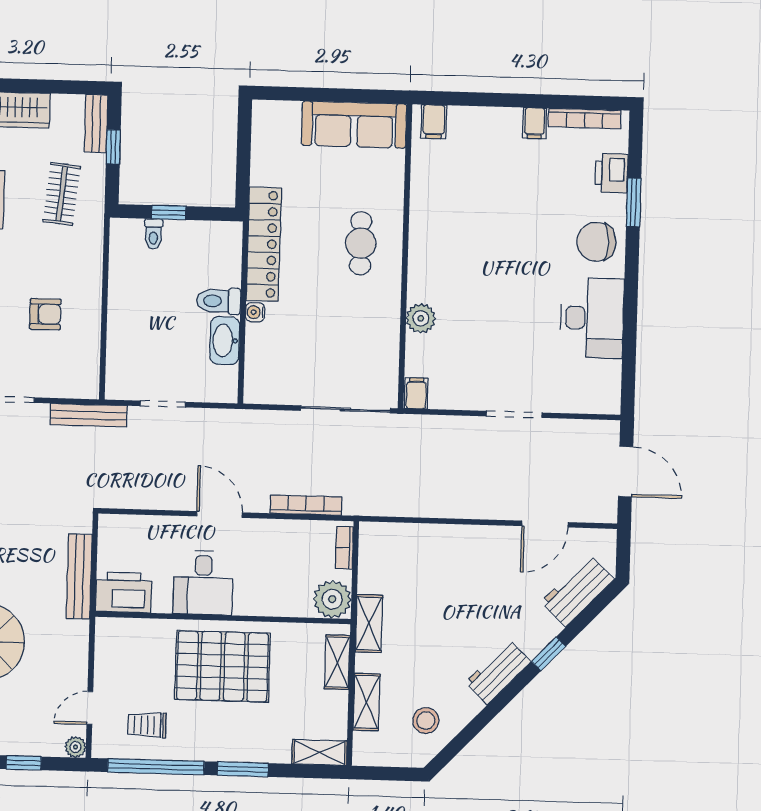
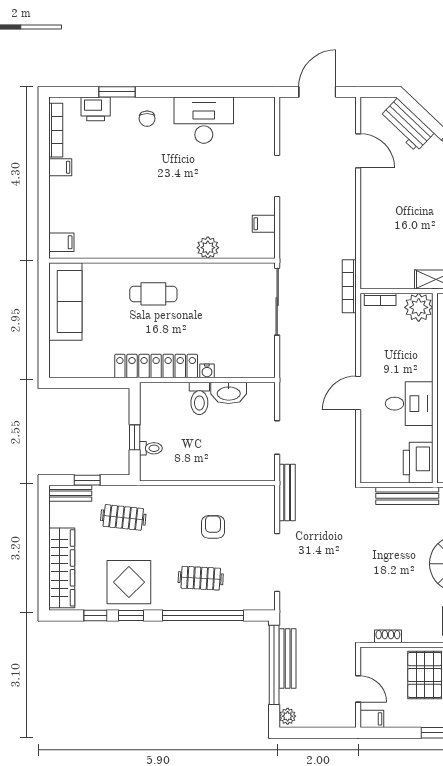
chair: (596, 242) -> (147, 119), width x0.54, depth x0.54
filing cabinet: (416, 393) -> (264, 224), moved
bookcase: (306, 505) -> (349, 286), moved

